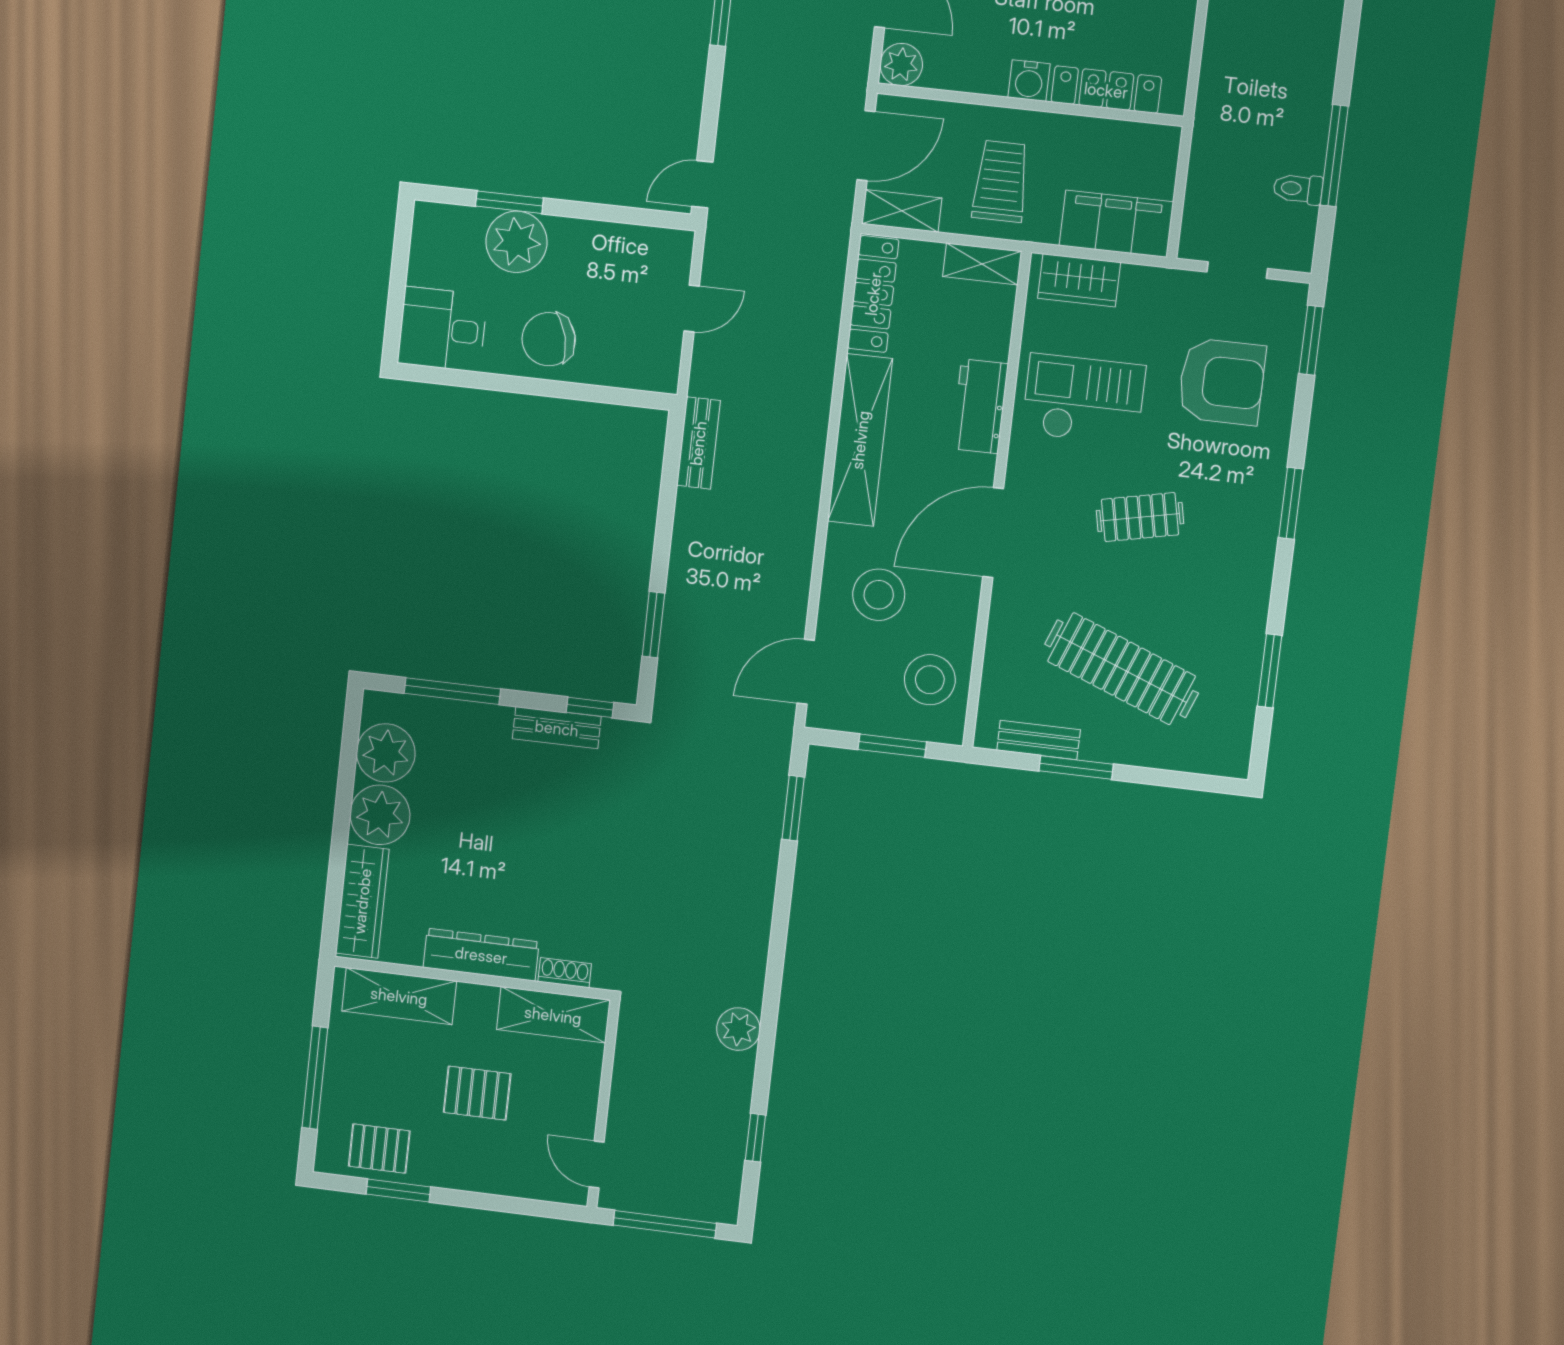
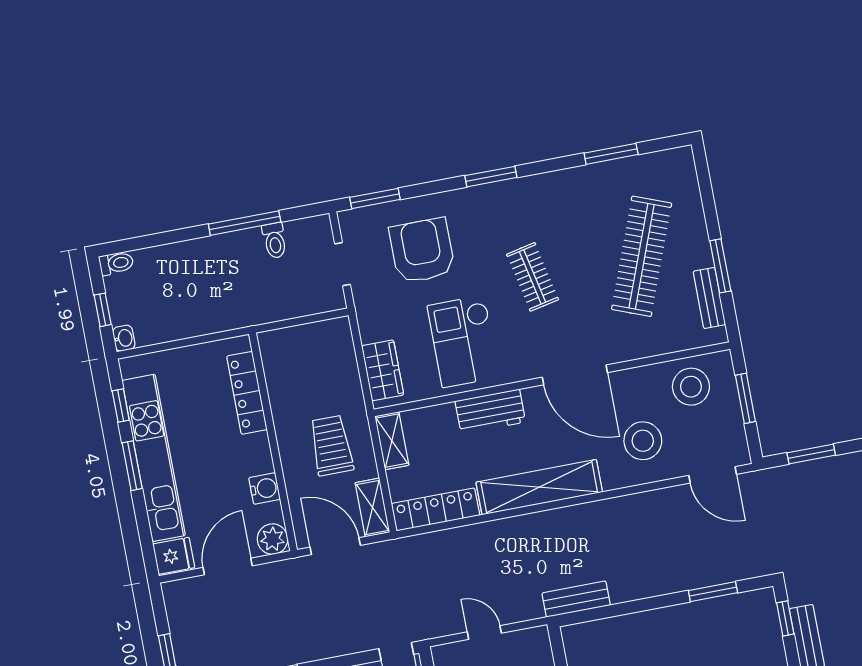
water cooler: (1029, 81) -> (265, 488), moved
trolley: (1001, 181) -> (331, 446), turned 90
filing cabinet: (1116, 224) -> (336, 357), removed

